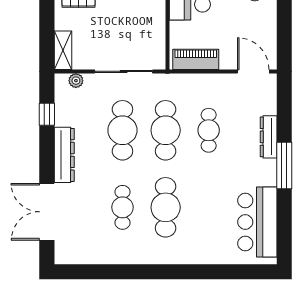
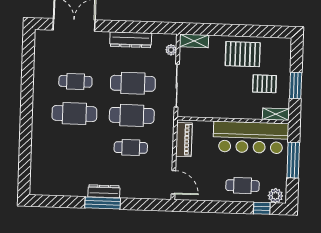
door: (253, 71) -> (173, 182), hinge flipped
window: (47, 114) -> (147, 27), removed
dresser: (269, 137) -> (104, 191), moved
dresser: (64, 155) -> (131, 40), moved
bar counter: (257, 222) -> (61, 182), removed

